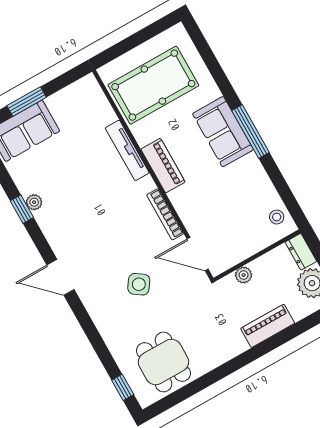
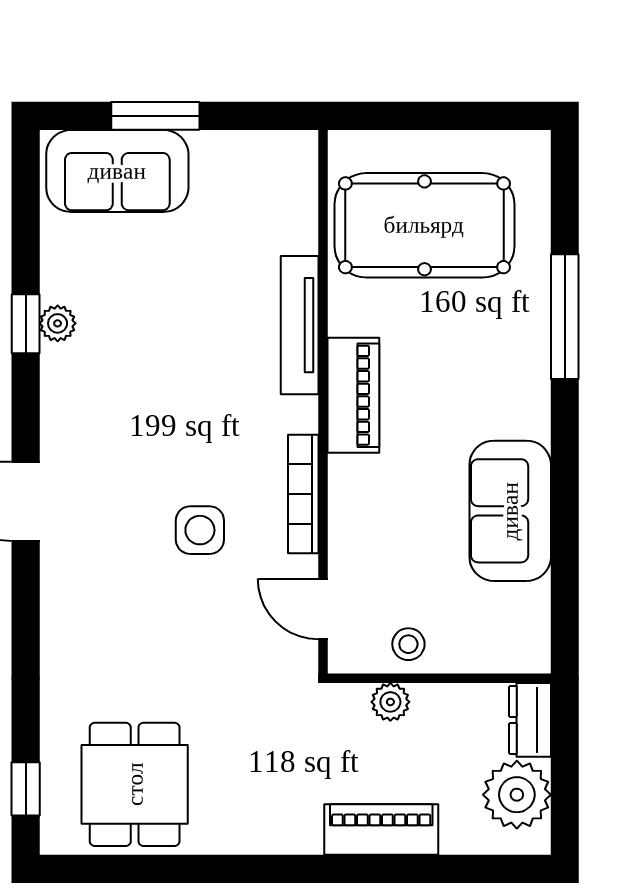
window: (250, 131) -> (565, 317), moved
sofa: (223, 132) -> (510, 511), moved
stool: (277, 217) -> (408, 644), moved
door: (198, 254) -> (323, 609), width x0.73
side table: (139, 284) -> (200, 530), moved, turned -35

